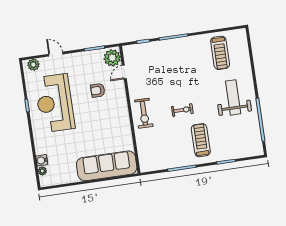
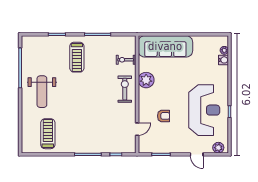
plant: (112, 58) -> (146, 80), moved
exercise bike: (182, 110) -> (126, 60), moved

